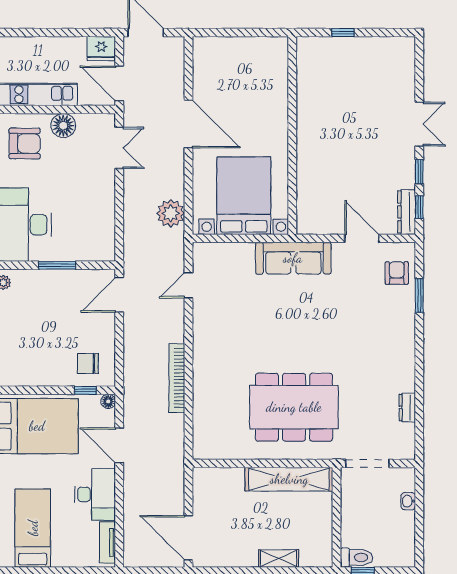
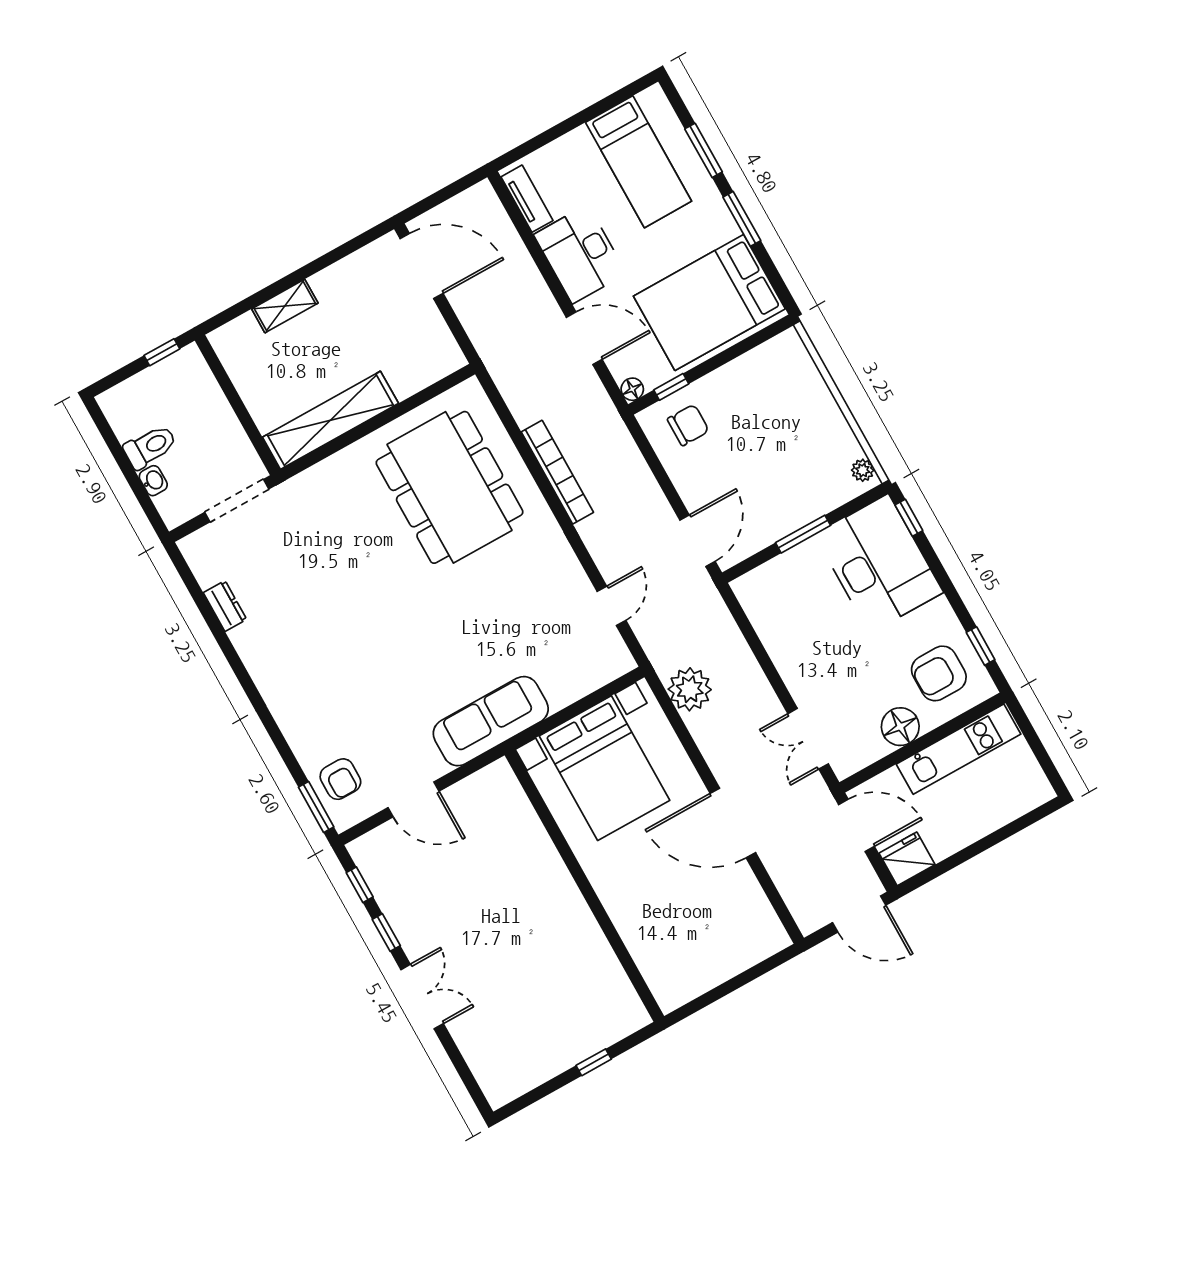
double door: (419, 124) -> (422, 997), swing flipped
dresser: (407, 212) -> (373, 869), removed
window: (419, 296) -> (316, 807), moved
dining table: (294, 407) -> (450, 487), moved, turned 90
toilet: (357, 557) -> (150, 447), moved, turned 180

